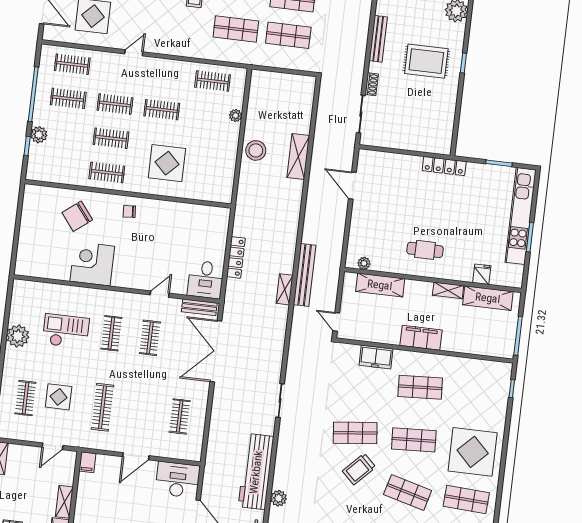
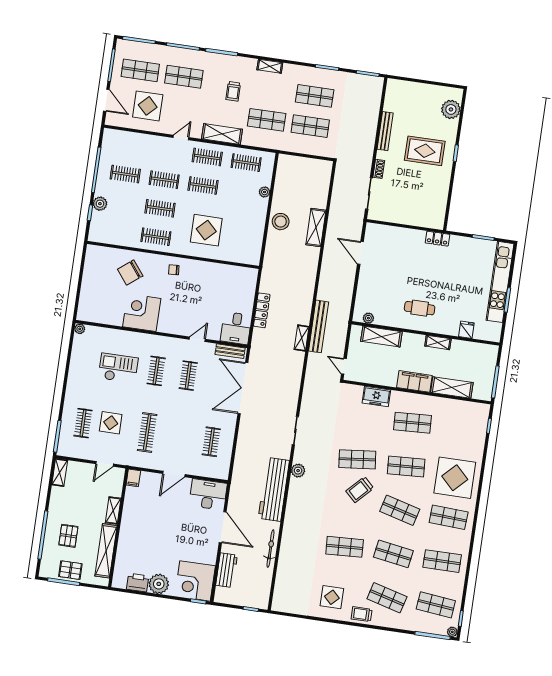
shelving: (183, 47) -> (222, 134), added
clothes rail: (72, 64) -> (207, 157), moved
locker: (444, 166) -> (437, 239), width x0.66
shelving: (488, 298) -> (452, 387), moved
plant: (18, 336) -> (80, 329), moved, width x0.53, depth x0.53
plant: (279, 498) -> (298, 471), moved

